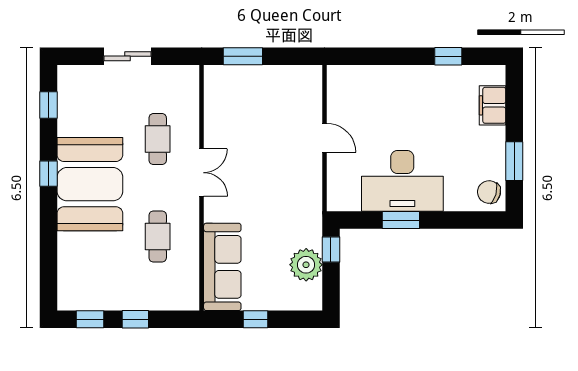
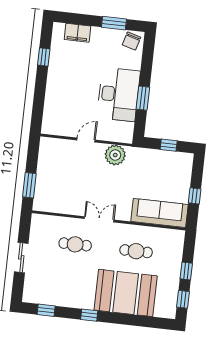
booth: (90, 184) -> (126, 293), moved
window: (331, 249) -> (169, 145), moved
plant: (306, 265) -> (115, 155), moved

